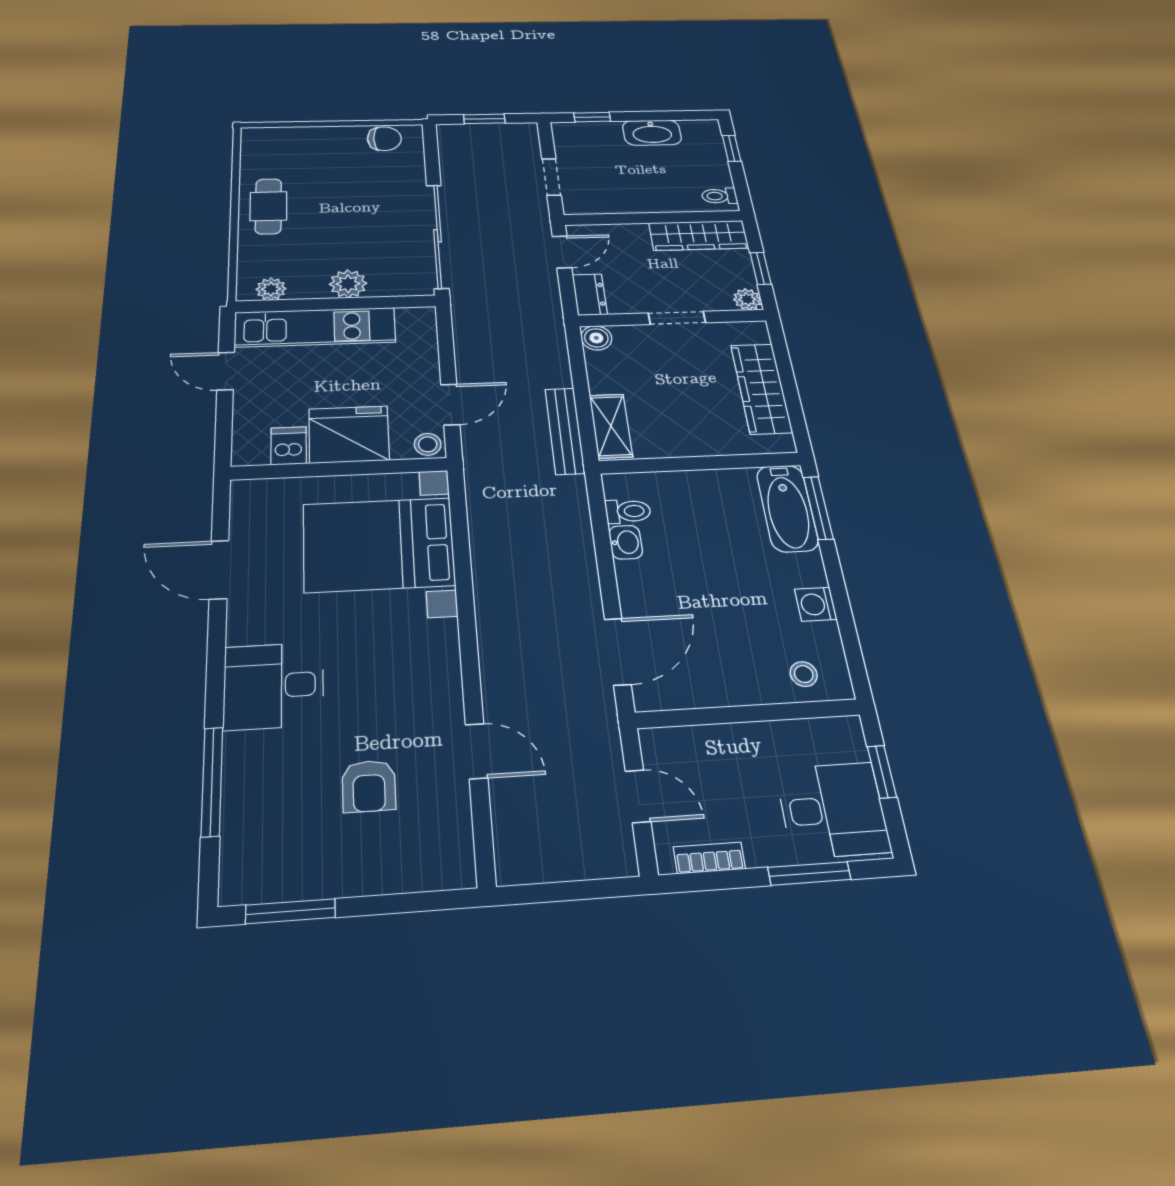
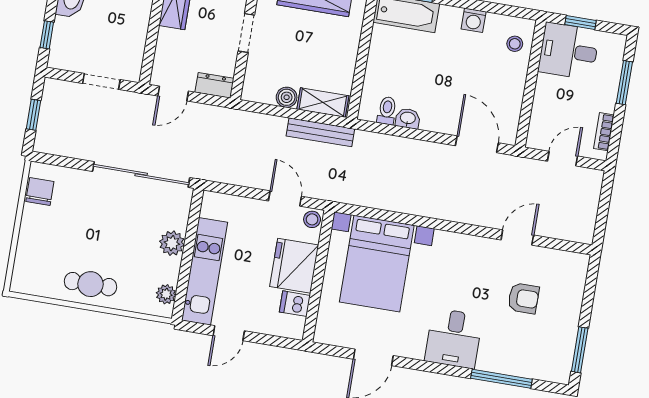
door: (562, 252) -> (173, 93), swing flipped
boiler: (596, 338) -> (287, 97), moved
desk: (833, 810) -> (569, 51), moved, turned -90

